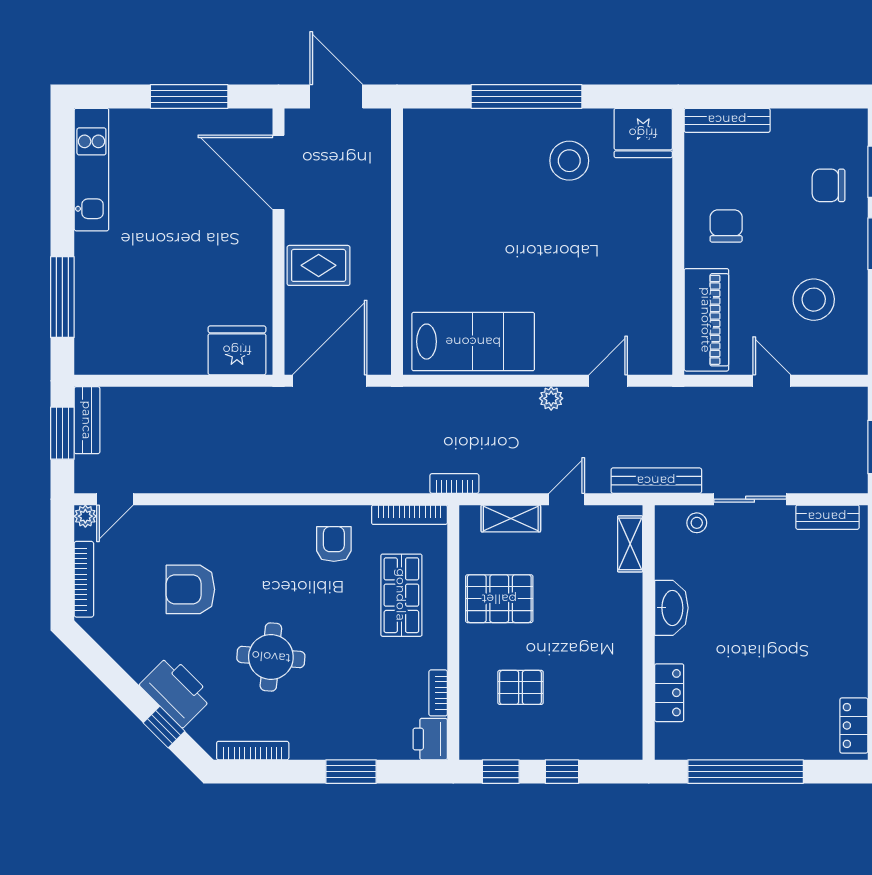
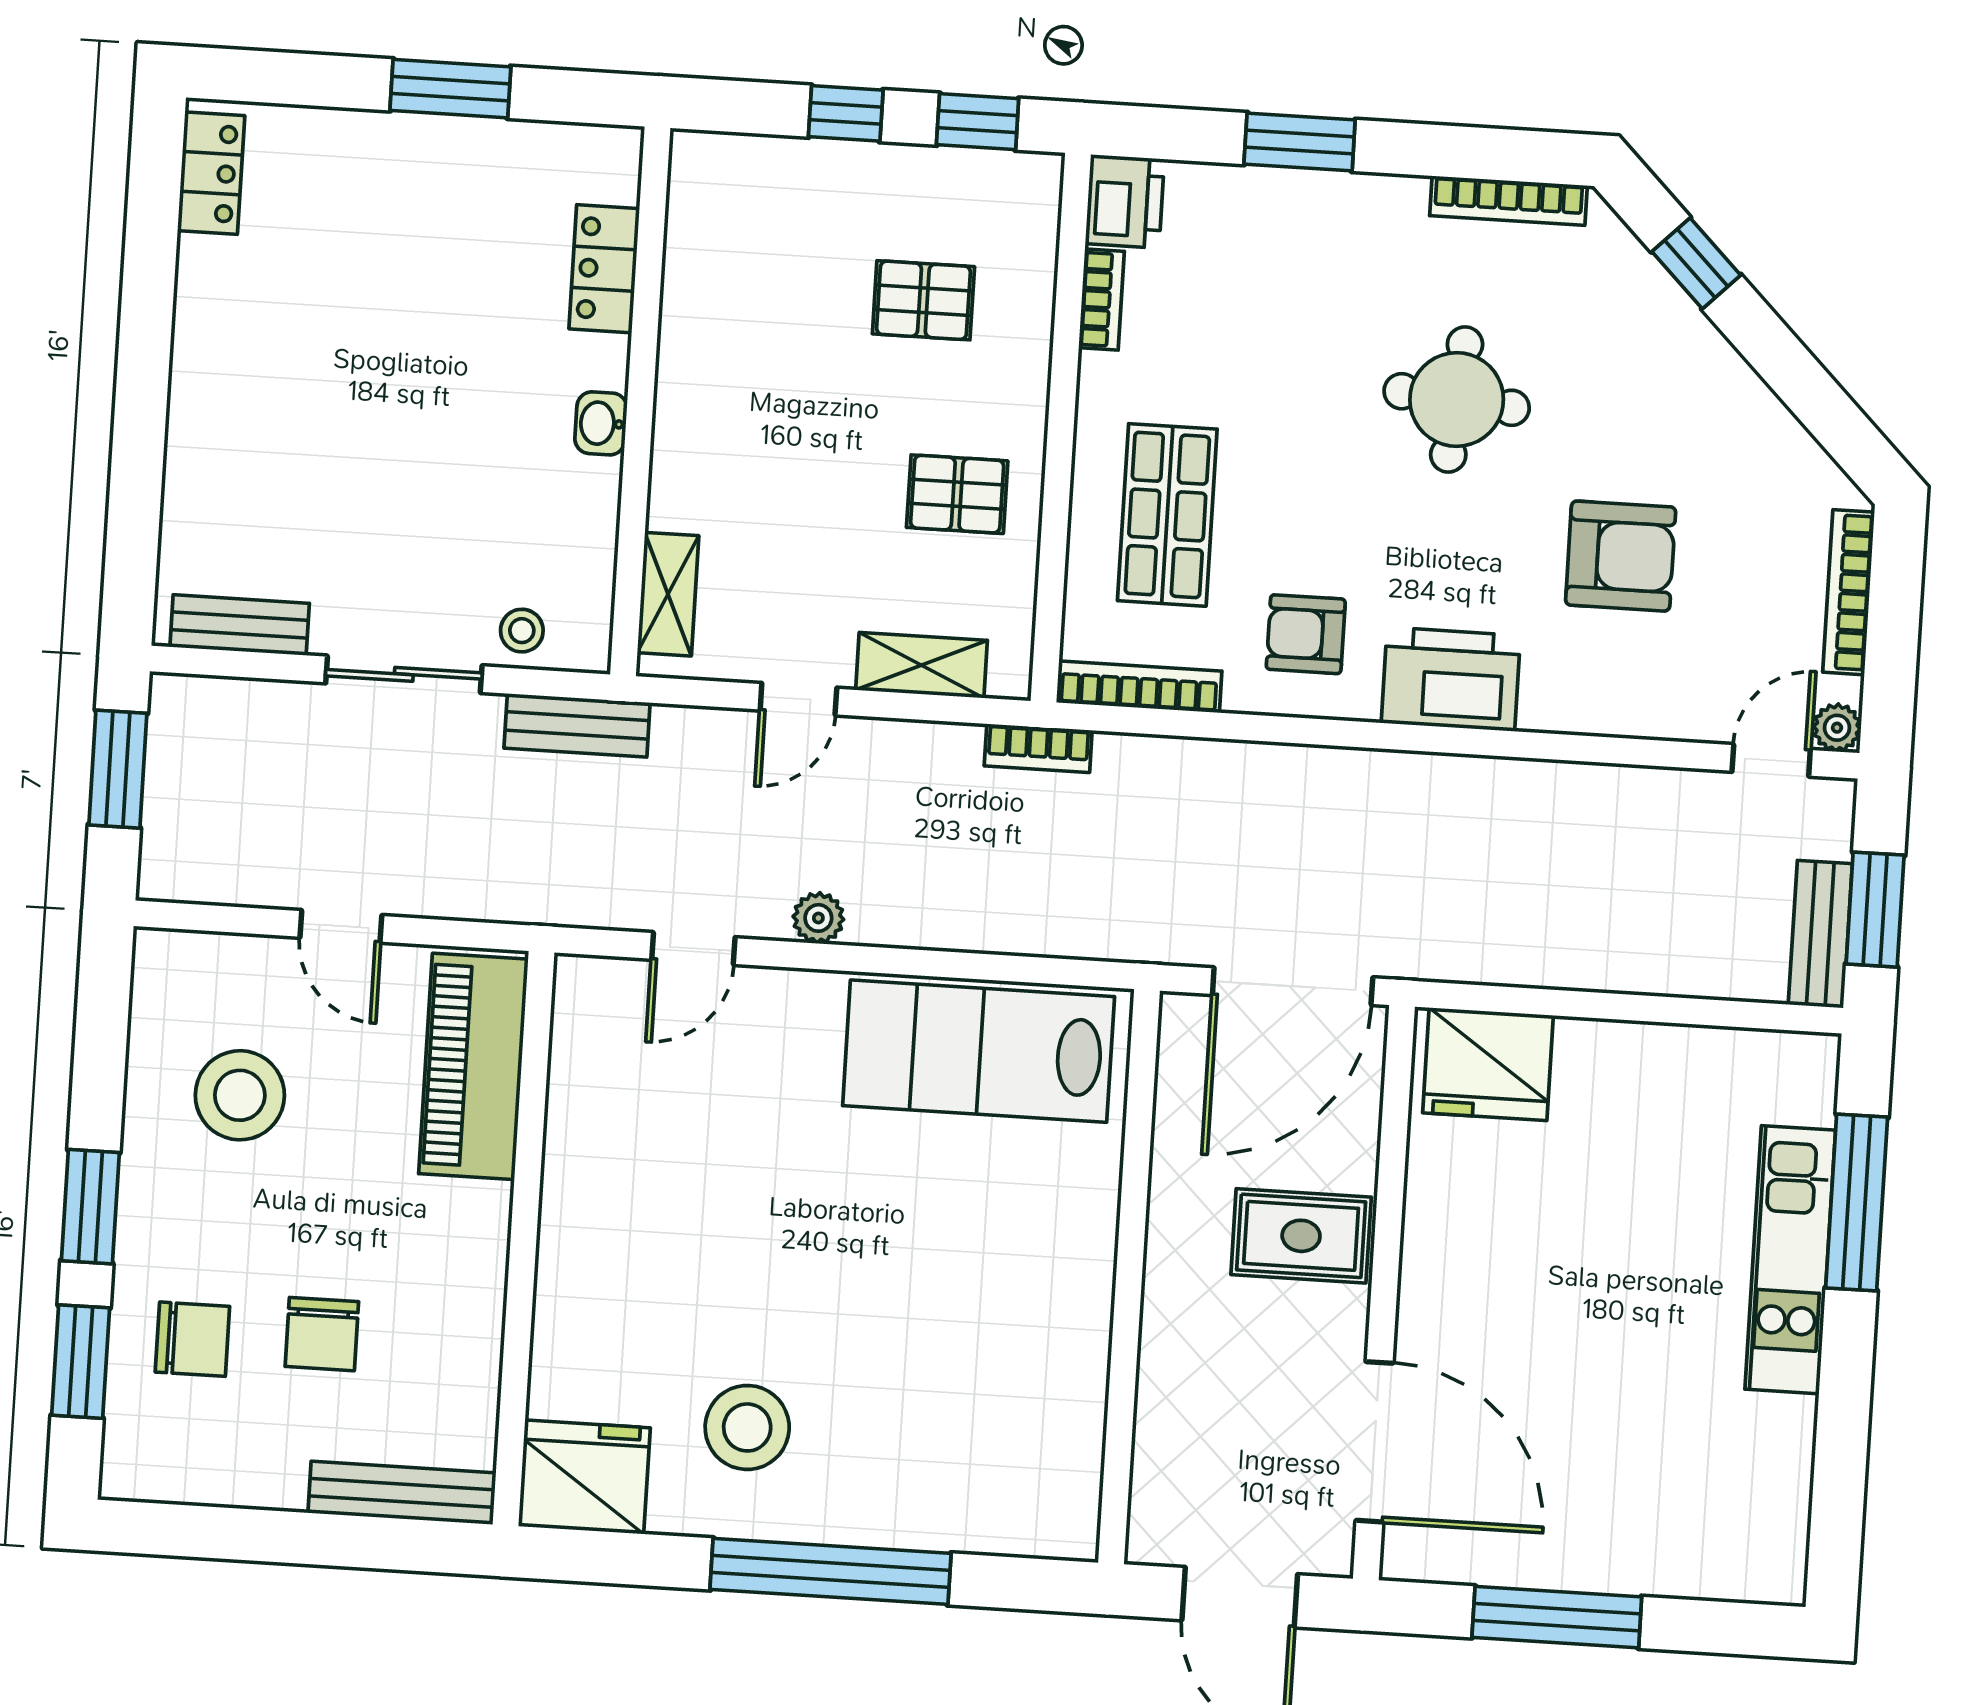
kitchen unit: (91, 170) -> (1790, 1260), moved
chair: (726, 226) -> (322, 1334), moved
bench: (656, 481) -> (577, 725), width x0.73
armchair: (334, 544) -> (1306, 634), turned 90
pallet: (499, 599) -> (957, 494), width x0.67, depth x0.71
washbasin: (671, 608) -> (601, 423), width x0.52, depth x0.69
printer: (176, 691) -> (1451, 679), moved, turned 135
window: (746, 772) -> (450, 89), width x0.47

